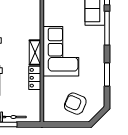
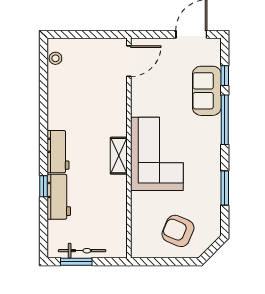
locker: (35, 78) -> (118, 193), removed

